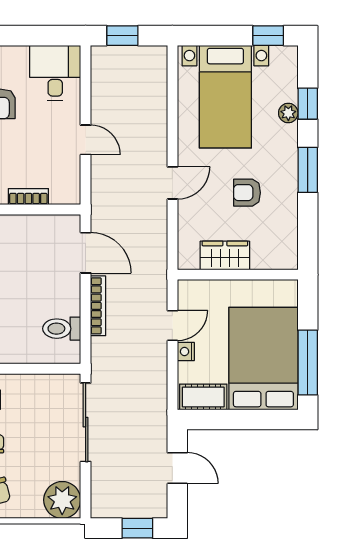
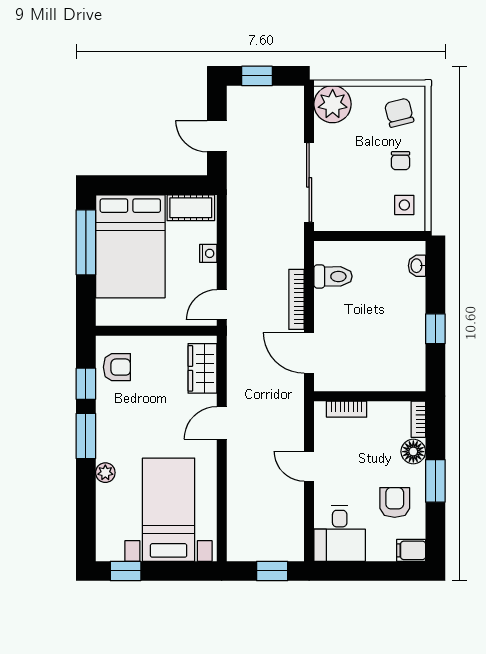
window: (308, 104) -> (86, 384), moved
plant: (288, 113) -> (105, 473), moved
armchair: (247, 193) -> (117, 367), moved
bookcase: (28, 197) -> (347, 409), moved
wardrobe: (225, 255) -> (202, 368), moved, turned 90
door: (172, 326) -> (222, 305), moved

